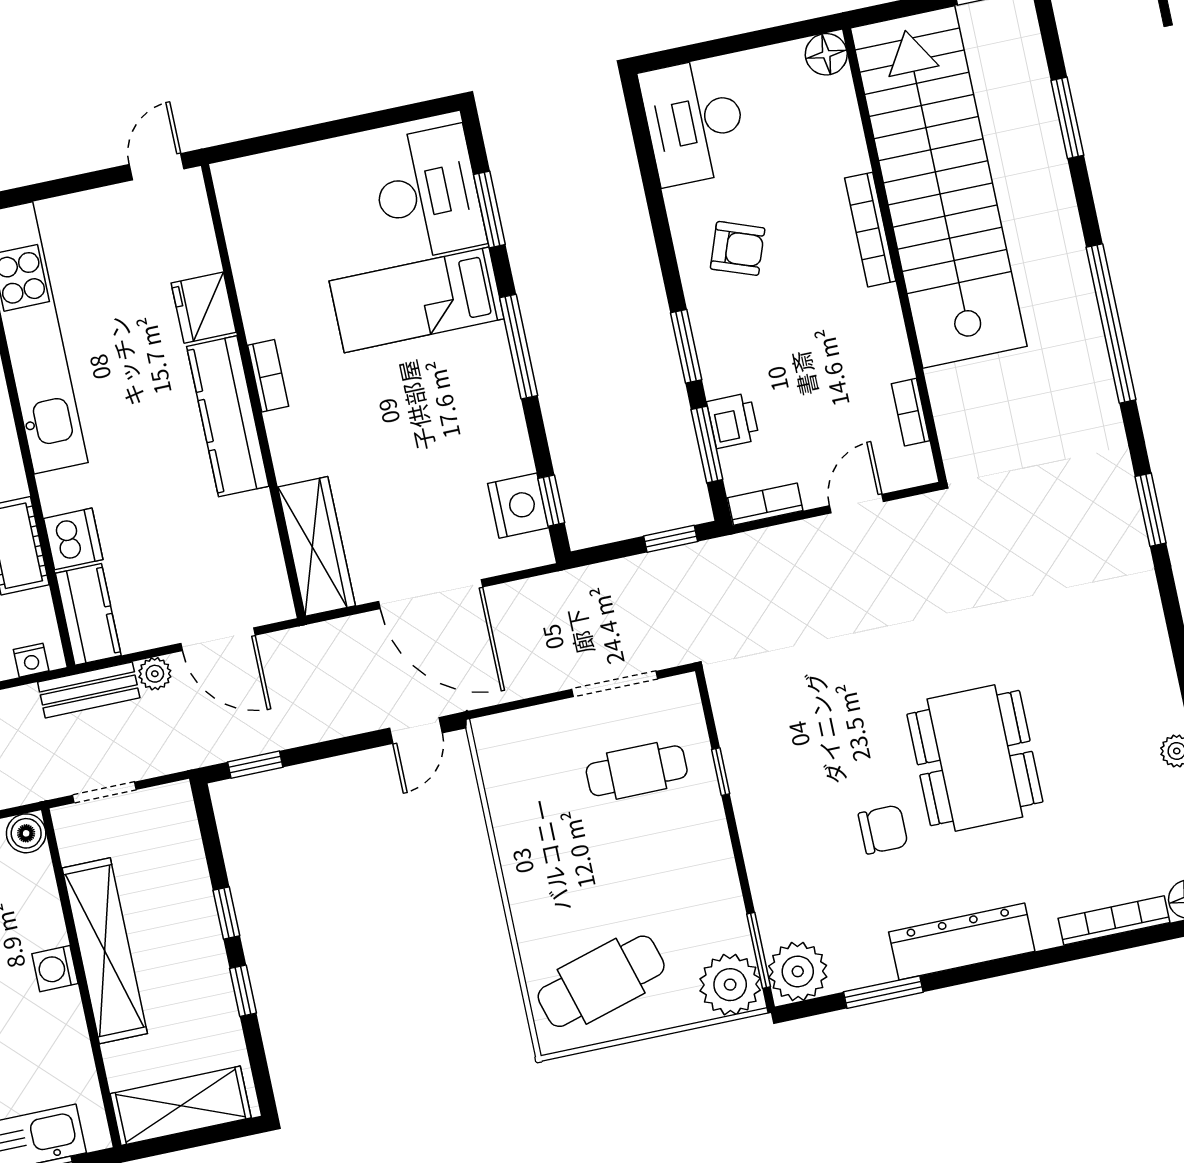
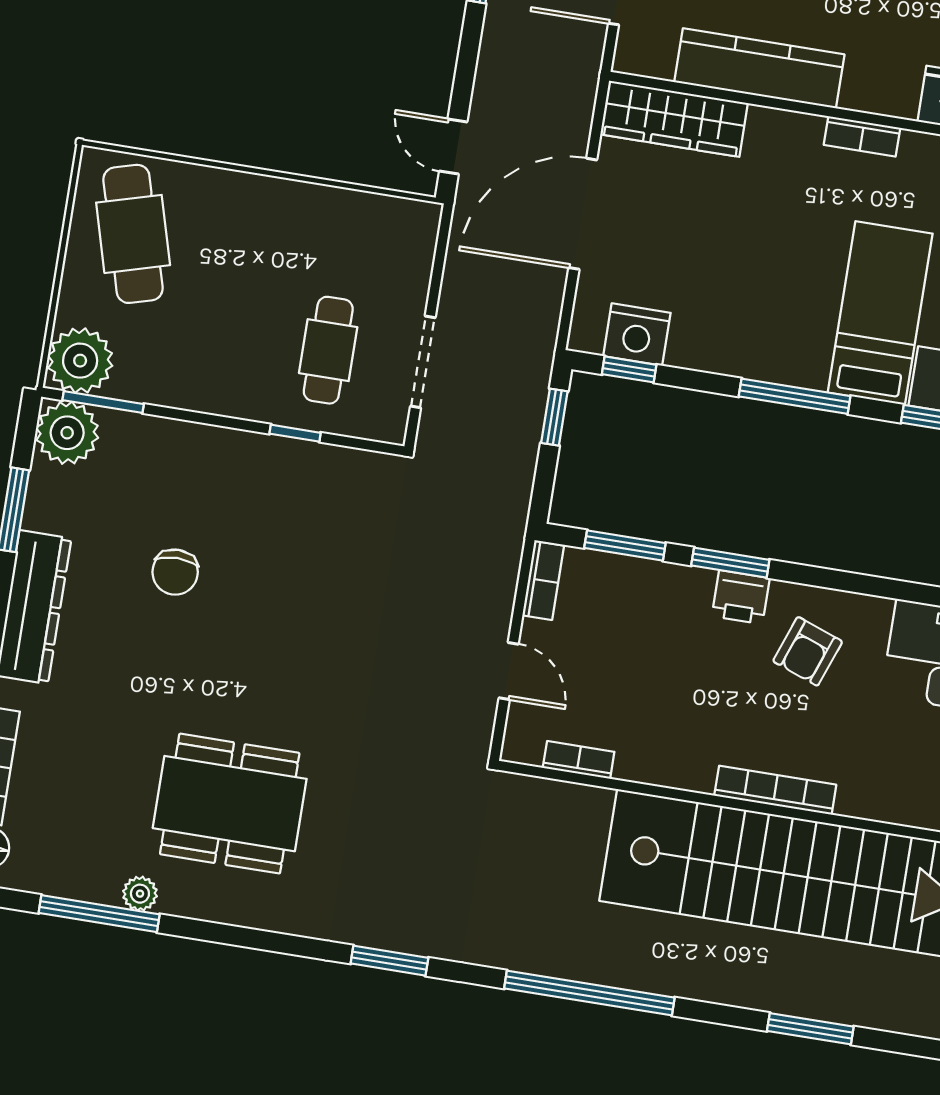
kitchen counter: (228, 416) -> (759, 68), moved
printer: (733, 421) -> (741, 597), moved
window: (671, 539) -> (554, 417), moved
dining table: (975, 758) -> (230, 804), moved

